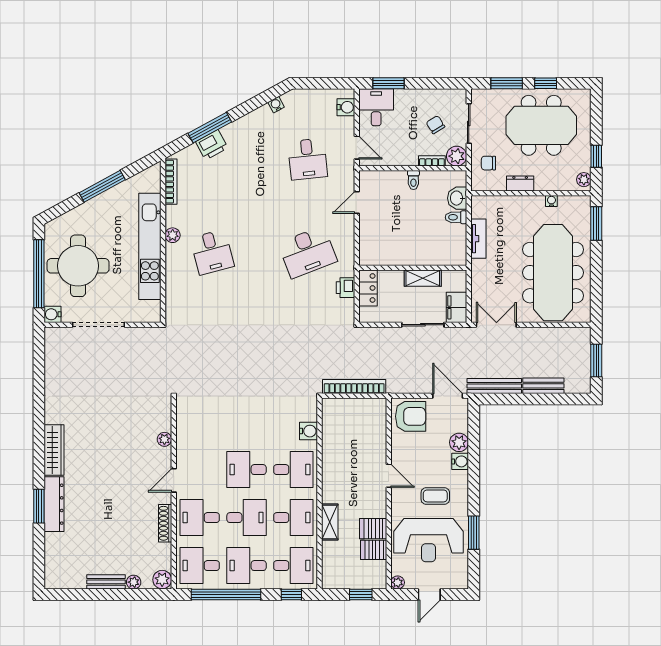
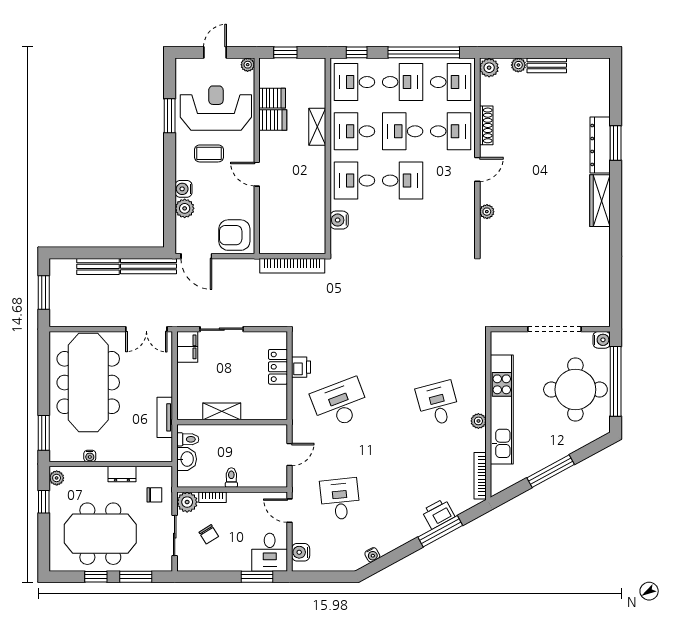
wall: (413, 268) -> (232, 422), moved
shelving: (423, 278) -> (222, 411), moved

